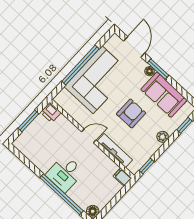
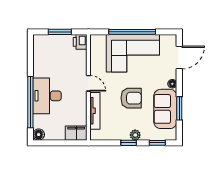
window: (158, 69) -> (179, 108), moved
window: (147, 166) -> (129, 143), moved
desk: (65, 173) -> (47, 96), width x1.37
filing cabinet: (122, 177) -> (76, 133), width x2.00

